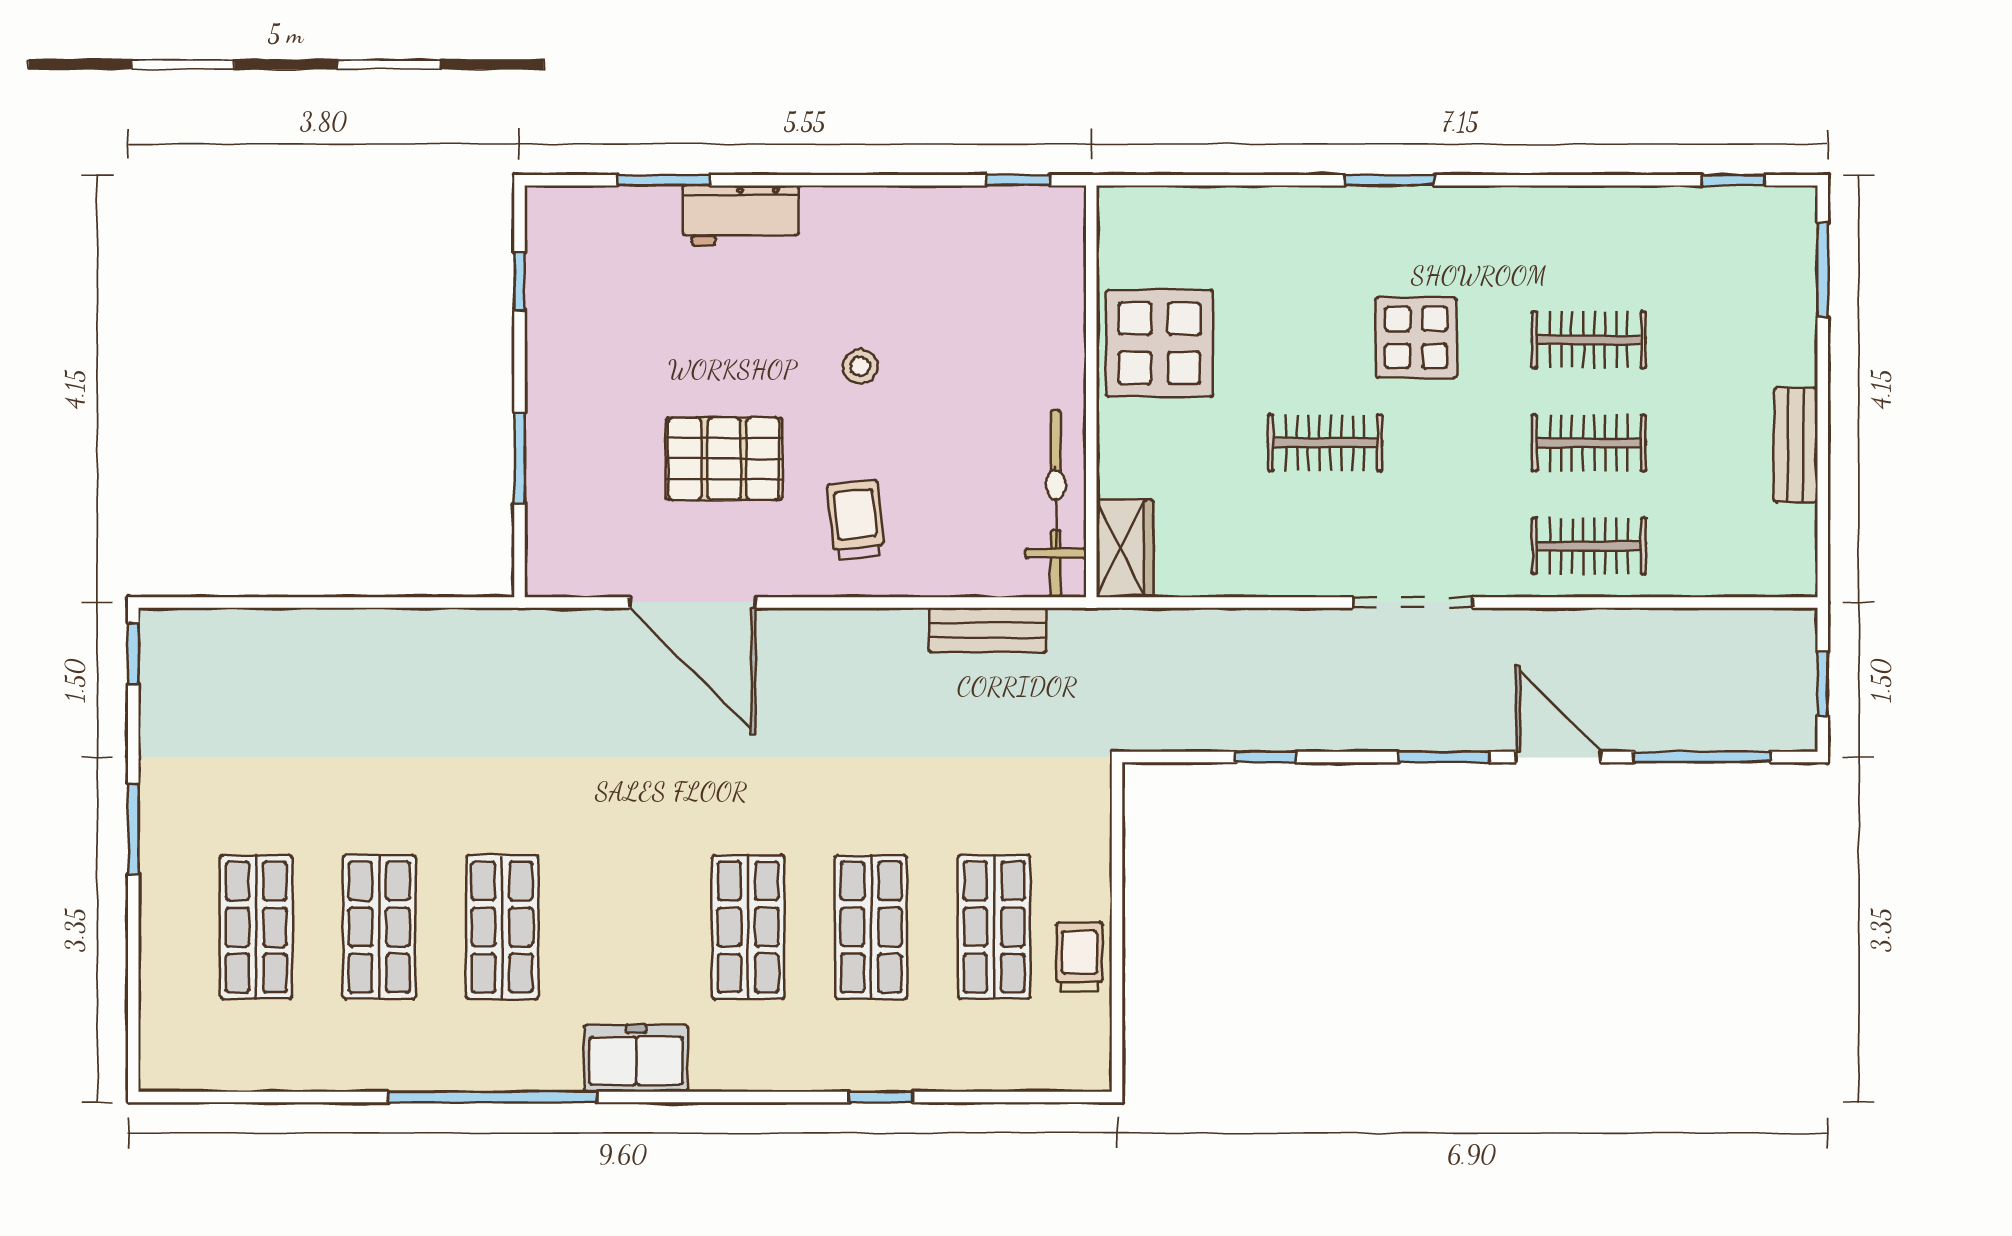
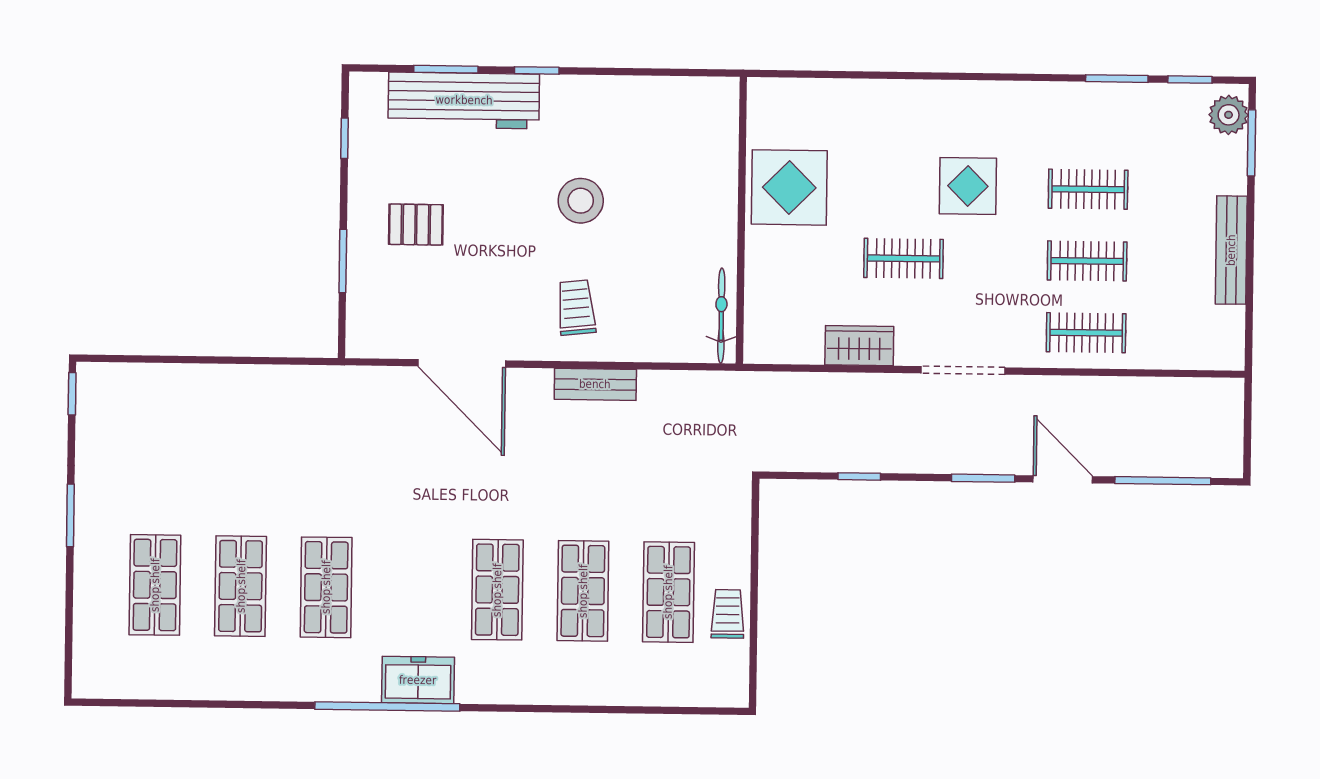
window: (1019, 180) -> (537, 70), moved
window: (1390, 180) -> (1117, 79), moved
workbench: (741, 215) -> (464, 100), width x1.88, depth x1.32
plant: (1789, 230) -> (1229, 115), added
stool: (860, 366) -> (581, 201), width x1.89, depth x1.89
bench: (1796, 445) -> (1231, 250), width x1.36
pallet: (724, 459) -> (416, 225), moved, width x0.67, depth x0.71
bicycle: (1056, 504) -> (721, 316), width x0.73, depth x0.71
wardrobe: (1125, 548) -> (859, 346), moved, turned -90
bench: (988, 630) -> (595, 384), moved
window: (1823, 684) -> (1247, 431), removed
window: (493, 1097) -> (387, 706), moved
window: (881, 1097) -> (588, 709), removed

